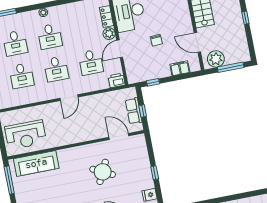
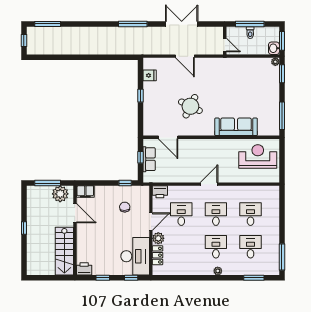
chair: (156, 40) -> (125, 207), moved
filing cabinet: (180, 68) -> (85, 192), moved
sofa: (36, 163) -> (236, 127), moved

